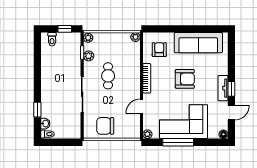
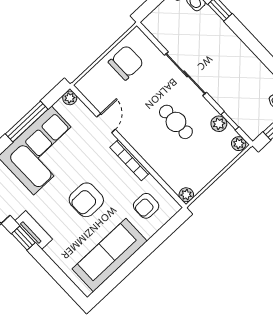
armchair: (159, 50) -> (146, 206), turned 90

